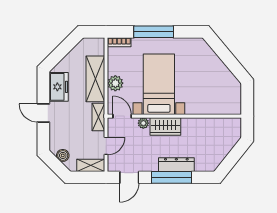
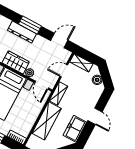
plant: (115, 83) -> (34, 111), removed
window: (172, 177) -> (30, 25), width x0.69

